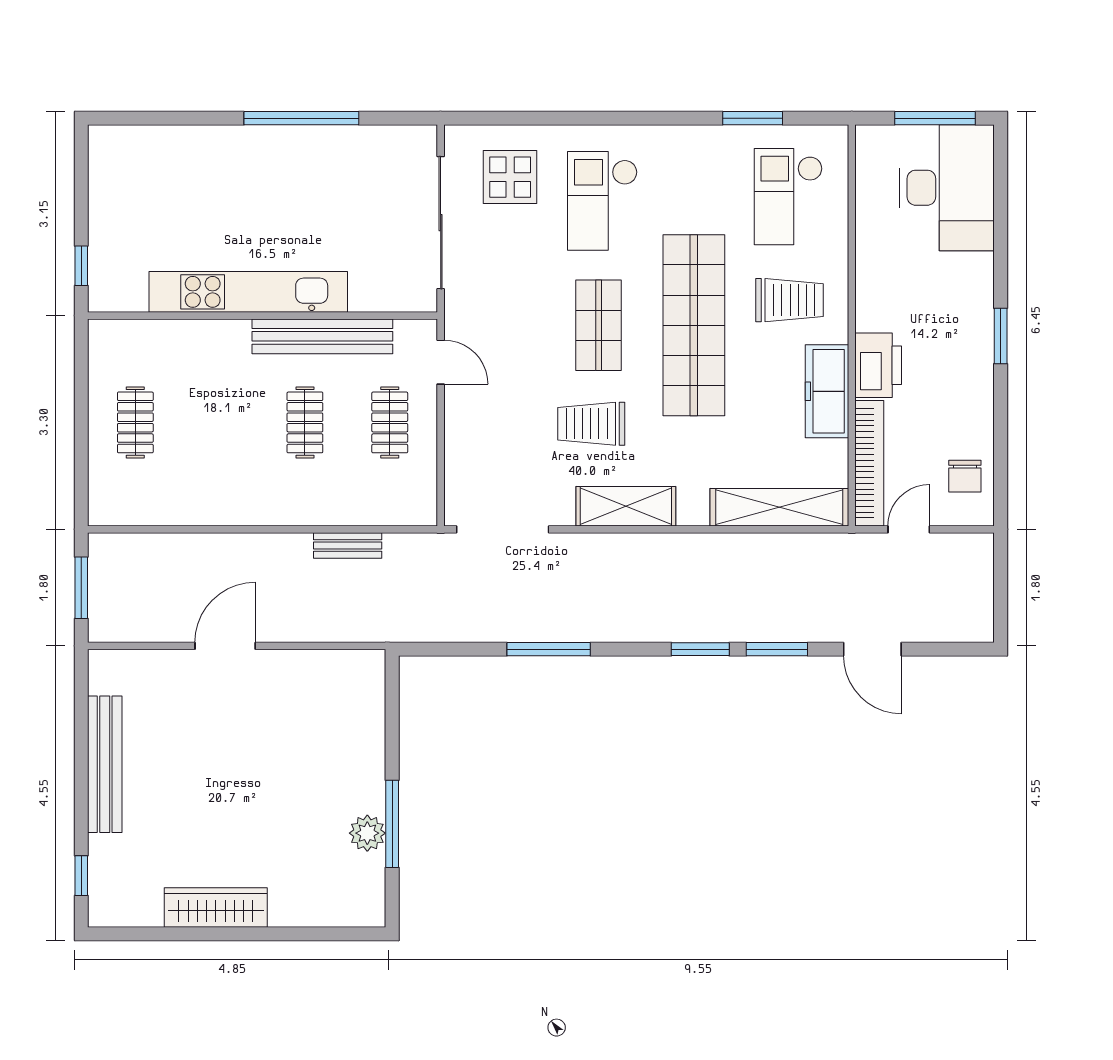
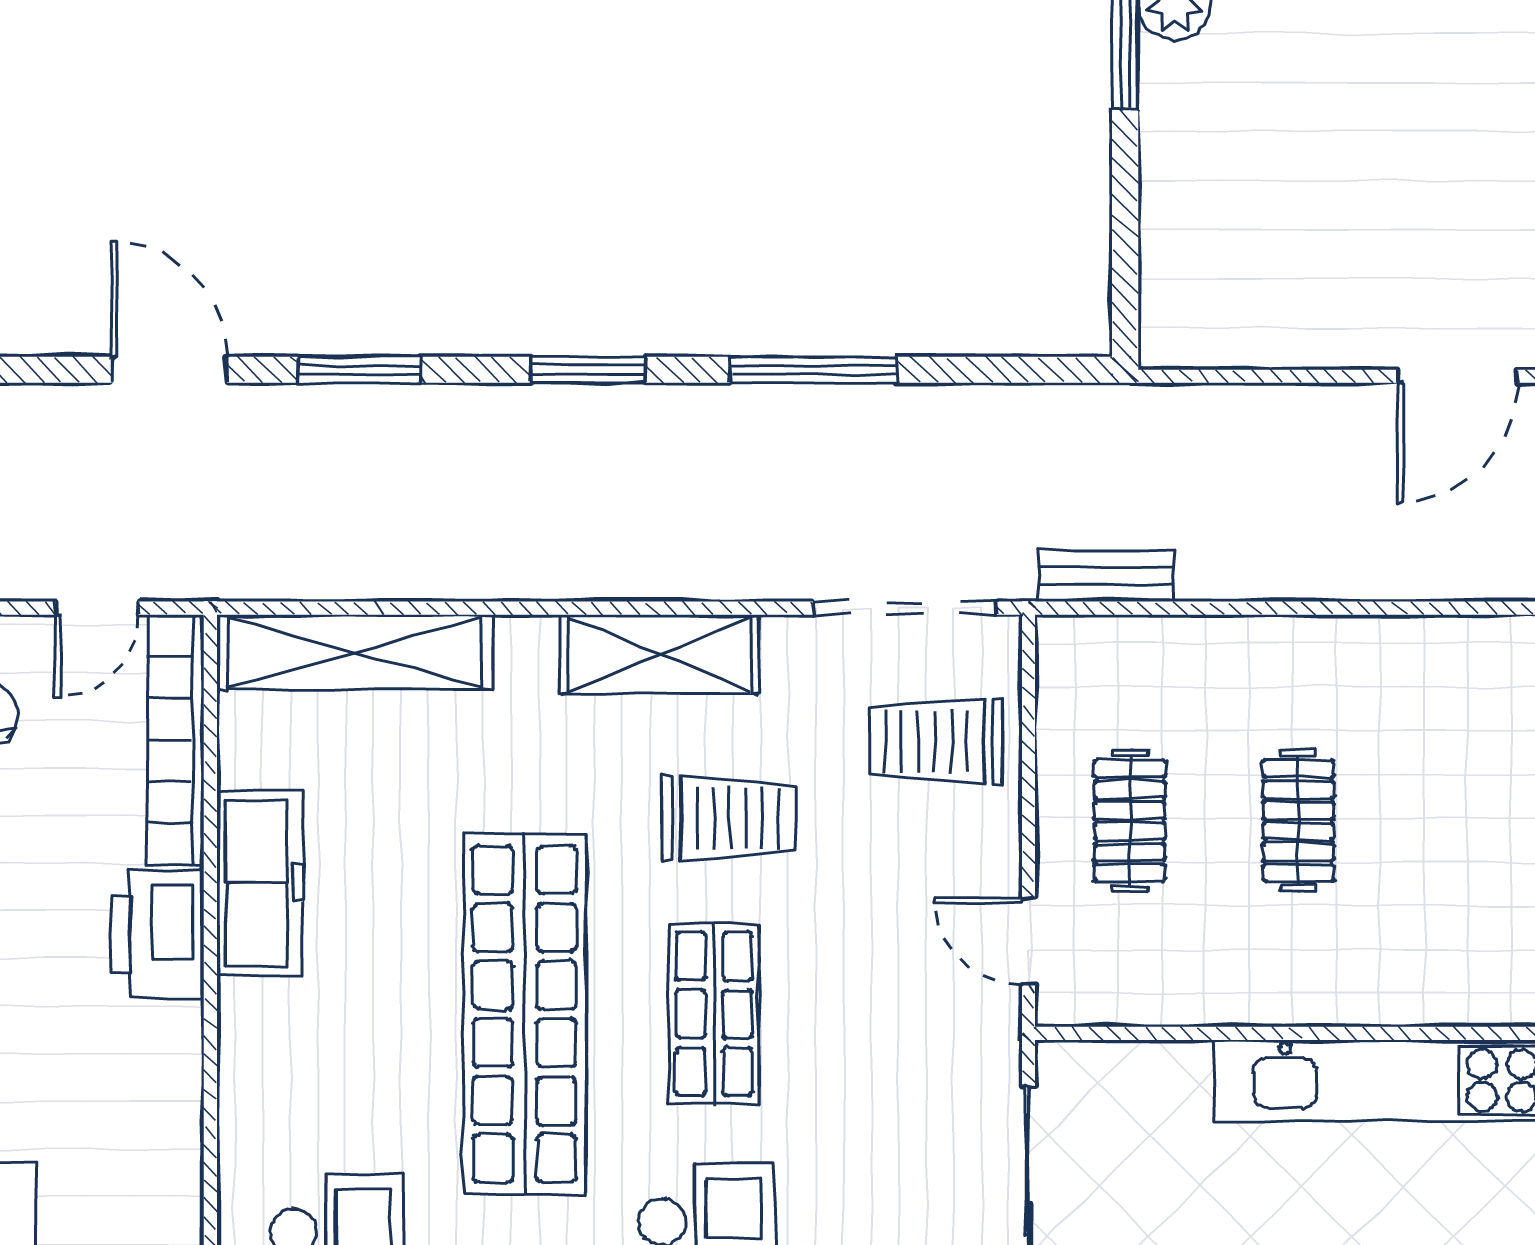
trolley: (789, 300) -> (936, 741), moved
bench: (322, 336) -> (1264, 992), removed
bench: (348, 545) -> (1107, 576), moved
window: (700, 649) -> (588, 370), moved

